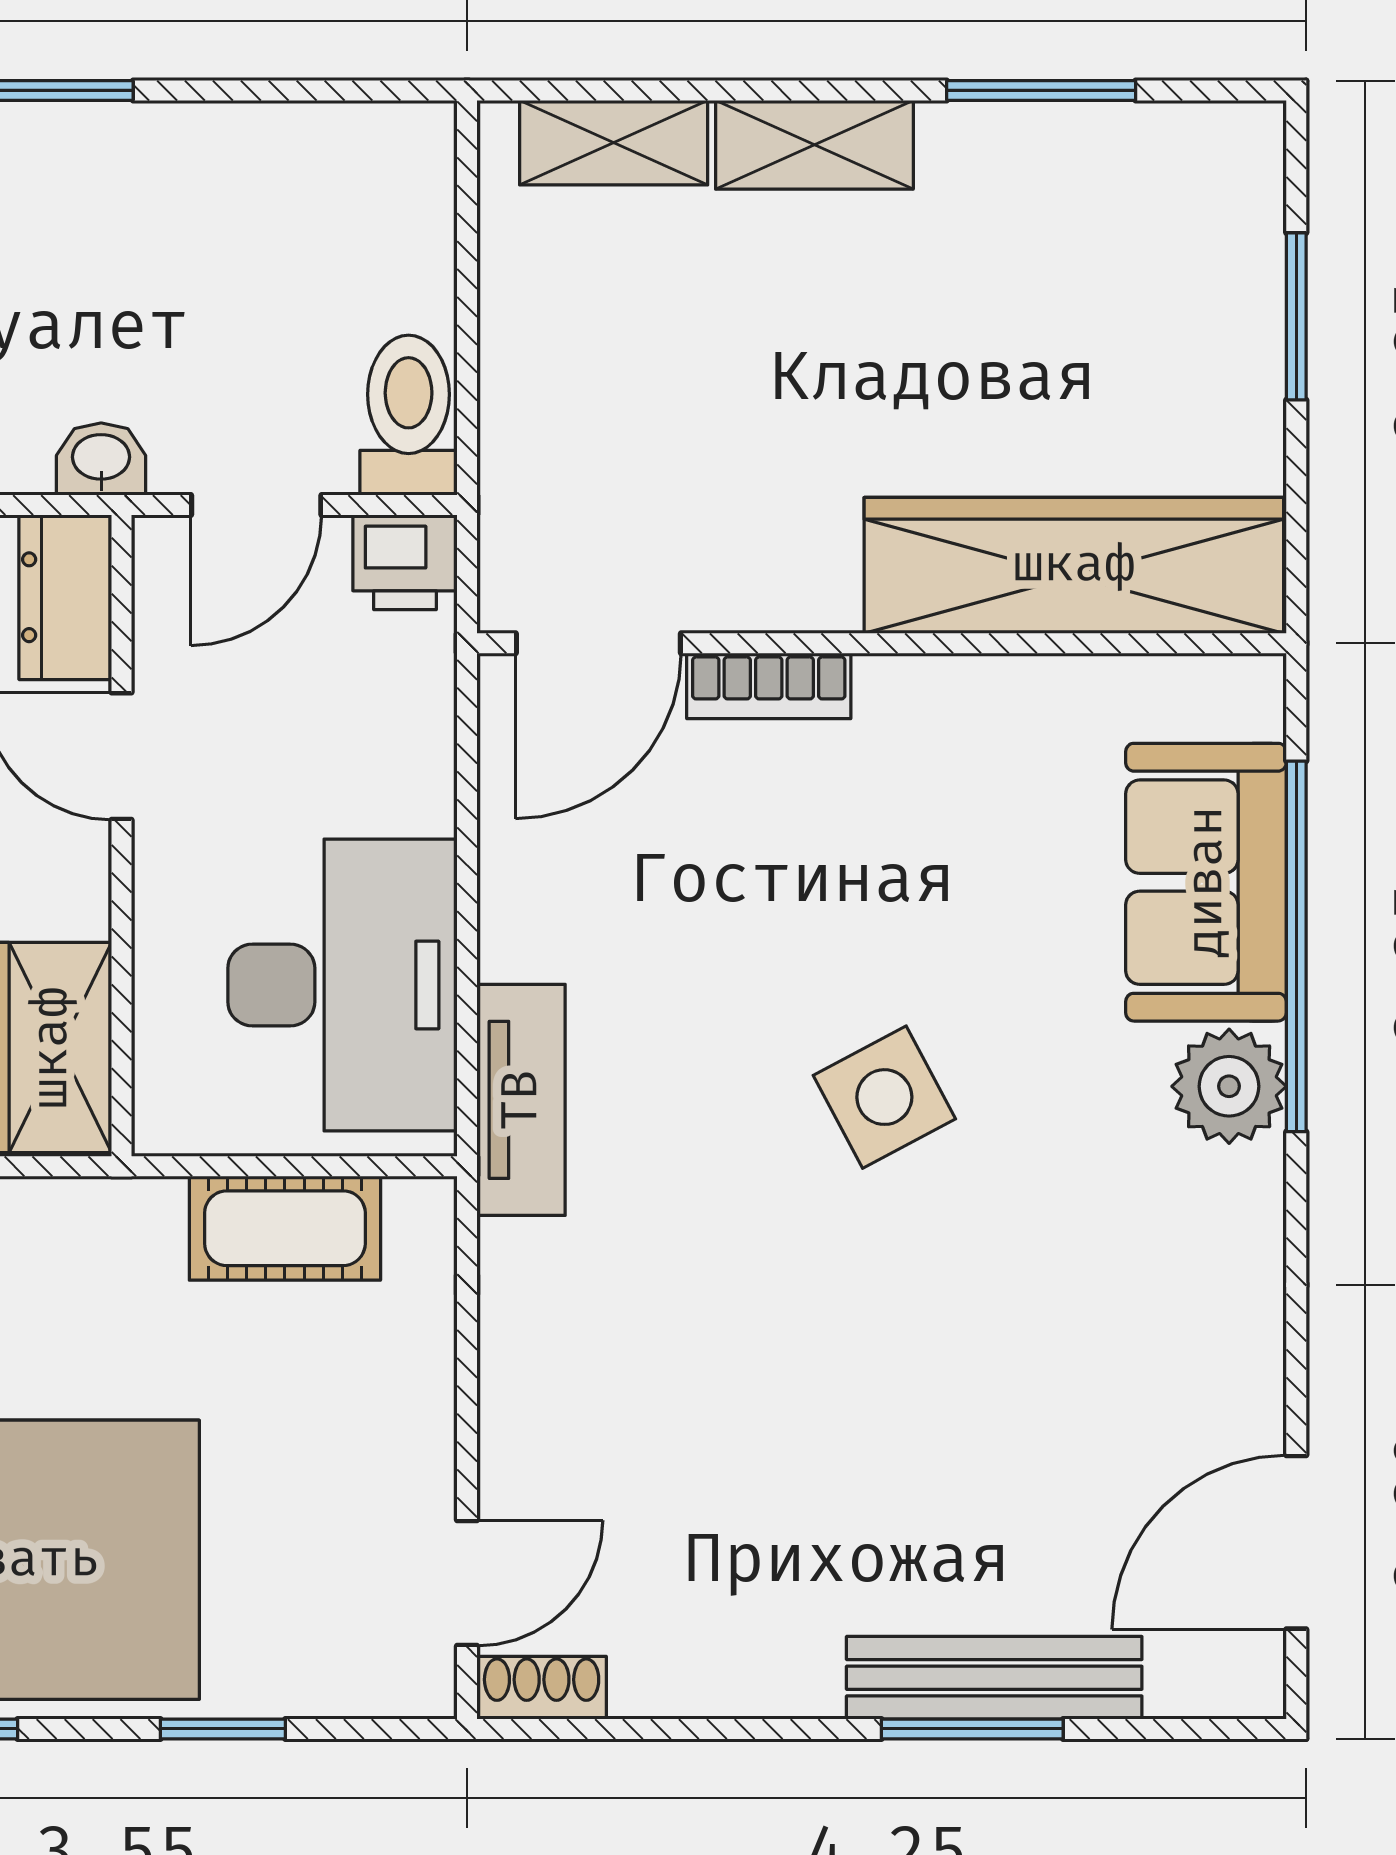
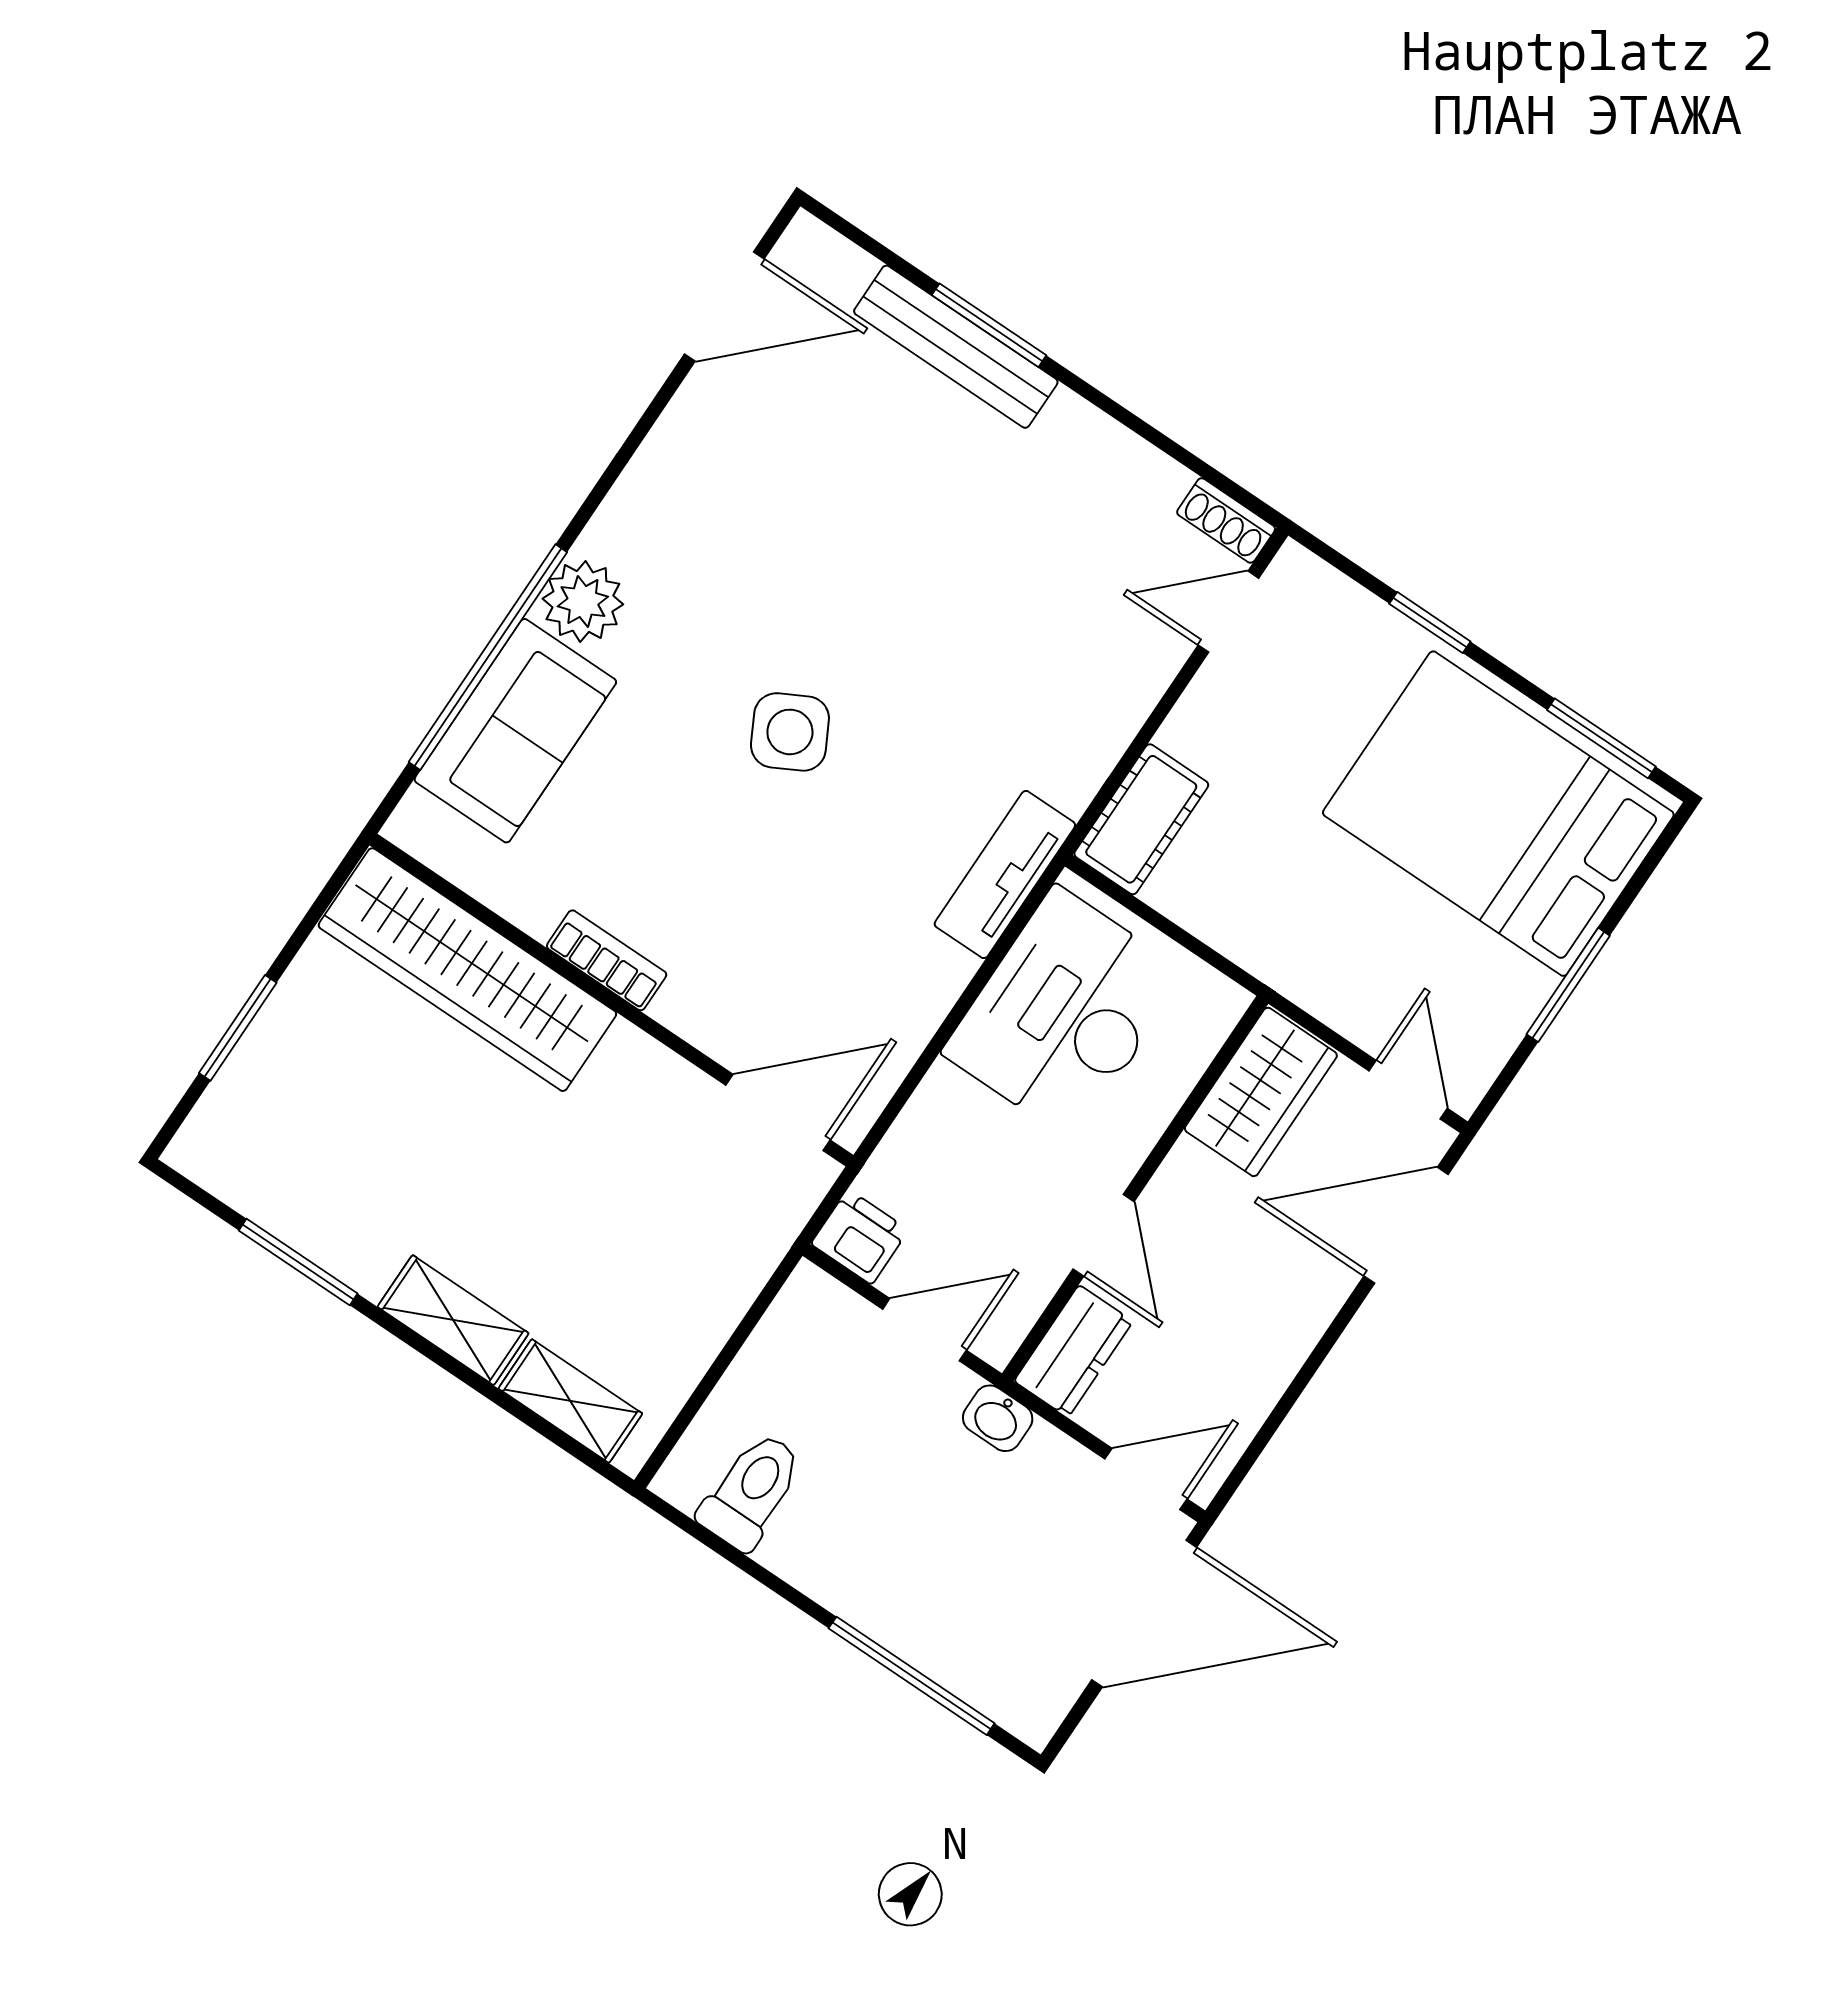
toilet: (409, 415) -> (751, 1491), moved, turned 180
bookcase: (769, 686) -> (607, 960), moved
cot: (285, 1228) -> (1141, 819), moved, turned 90

